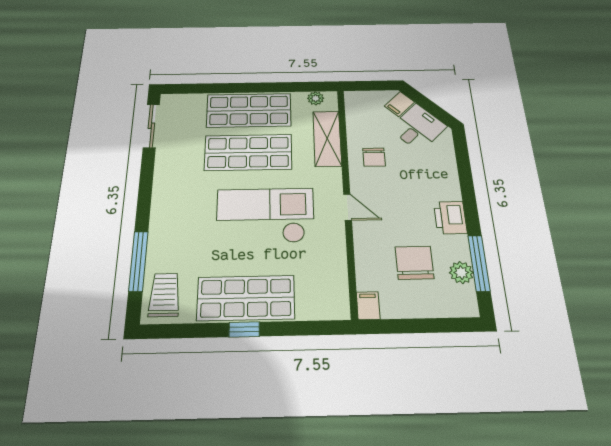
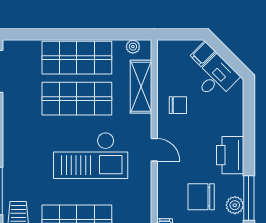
chair: (374, 157) -> (178, 105), turned -90
checkout: (265, 215) -> (91, 155), turned 180
printer: (450, 218) -> (230, 155), width x1.37, depth x1.19
chair: (414, 263) -> (201, 197), turned -90

